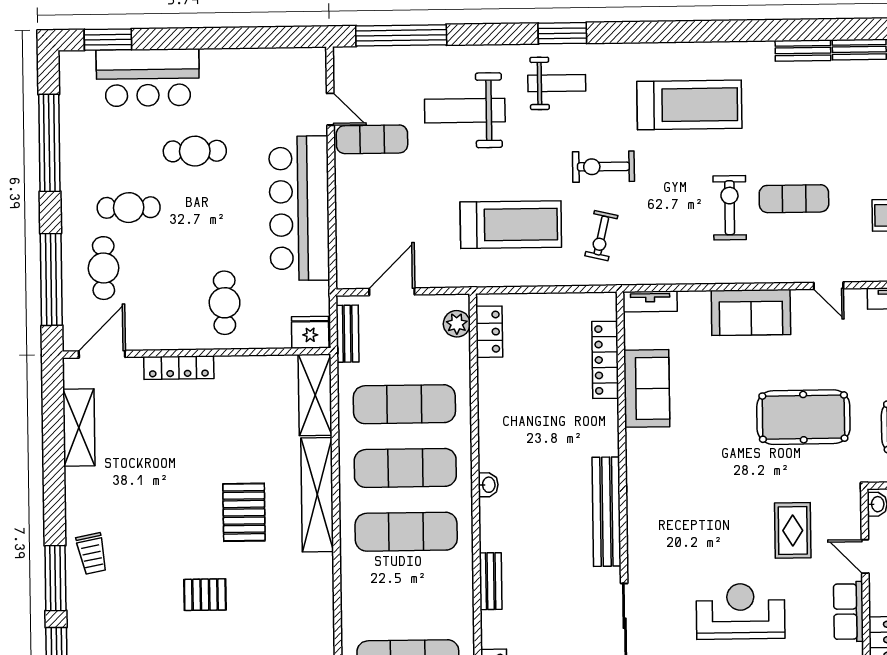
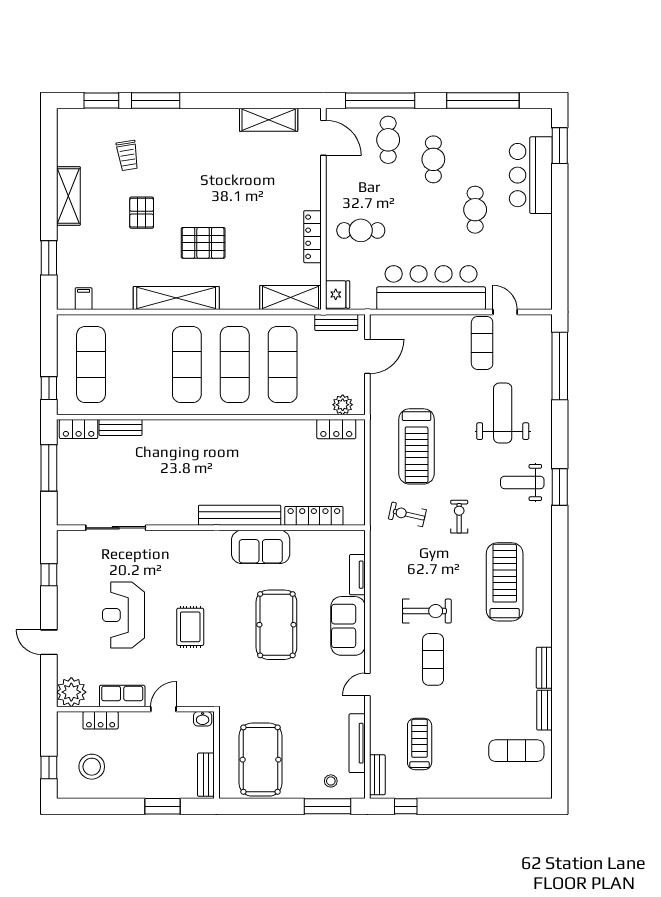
weight bench: (557, 83) -> (522, 482), turned 90
treadmill: (689, 105) -> (505, 582), turned 180
door: (330, 109) -> (505, 312), swing flipped
exercise bike: (603, 167) -> (459, 517), width x0.73, depth x0.72
cafe table: (103, 268) -> (388, 140), turned 90
door: (392, 292) -> (367, 356), hinge flipped
tv unit: (650, 301) -> (357, 575), moved
locker: (179, 368) -> (312, 237), moved
sofa: (647, 388) -> (261, 547), moved
pool table: (803, 417) -> (276, 625), moved
washbasin: (488, 485) -> (221, 427), removed
shelving: (317, 495) -> (176, 298), moved
bench: (606, 512) -> (240, 515), moved
rug: (793, 530) -> (190, 627), moved, turned 90
trolley: (92, 554) -> (128, 155), moved, turned -88
bench: (491, 581) -> (121, 428), moved
reception desk: (740, 611) -> (123, 615), turned 180

